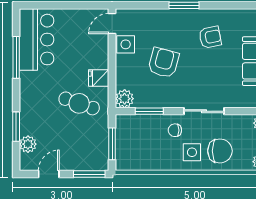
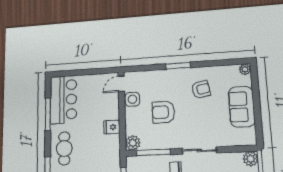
armchair: (164, 63) -> (163, 112), turned -105
cafe table: (79, 103) -> (64, 148), moved, turned 71
window: (149, 111) -> (153, 152), width x1.44

